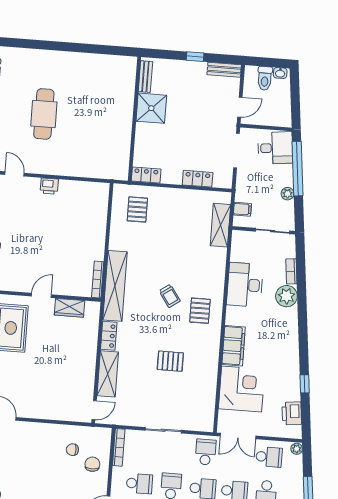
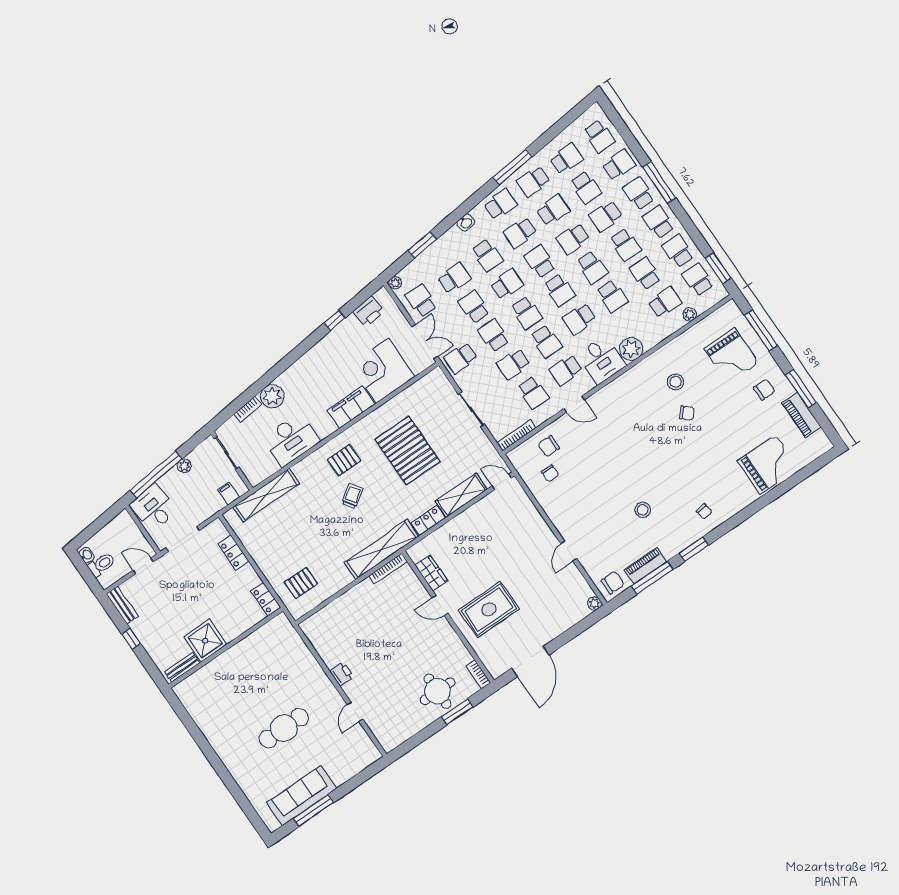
shelving: (220, 225) -> (266, 495), width x1.47
pallet: (170, 361) -> (407, 451), width x2.05, depth x2.00
school desk: (139, 484) -> (533, 393), turned 180

